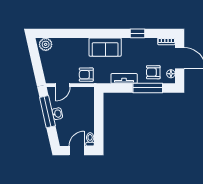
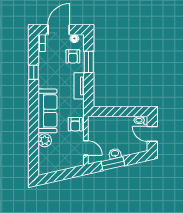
plant: (46, 44) -> (45, 140), moved
sofa: (105, 47) -> (47, 111), width x1.36
window: (148, 88) -> (89, 62), width x0.69
window: (47, 112) -> (113, 163), width x0.69

